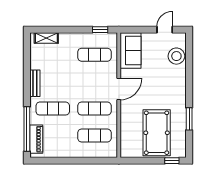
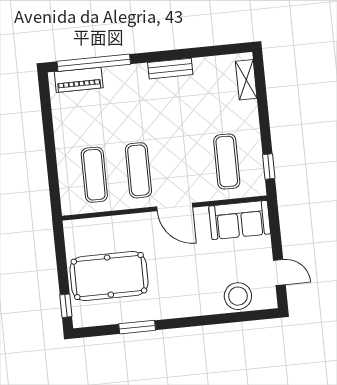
exercise mat: (53, 109) -> (132, 102), removed

